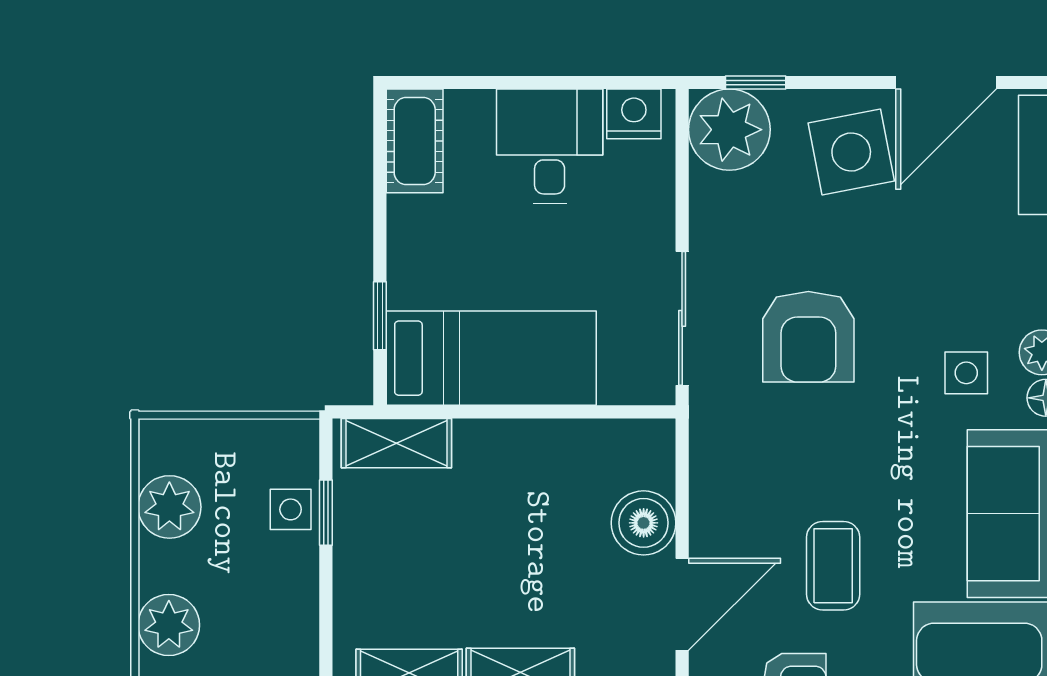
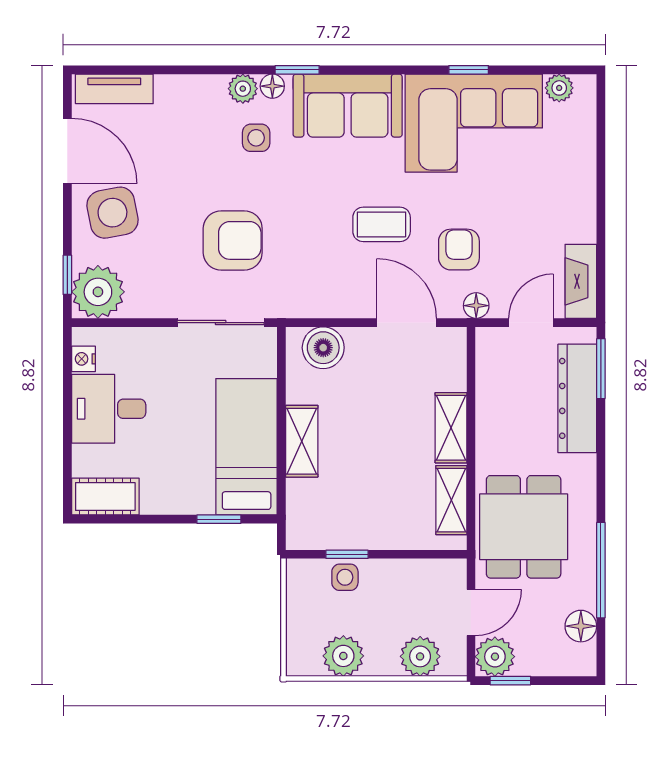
nightstand: (634, 114) -> (83, 359), width x0.72, depth x0.74
shelving: (396, 443) -> (302, 441), moved
boiler: (644, 523) -> (323, 348), moved

